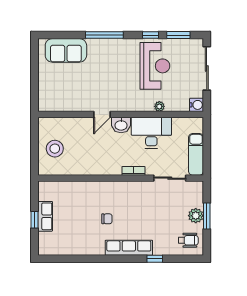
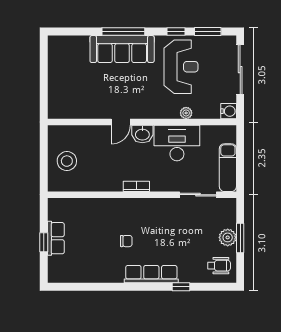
sofa: (66, 50) -> (122, 49), moved, width x1.36
bookcase: (133, 171) -> (136, 186), moved

